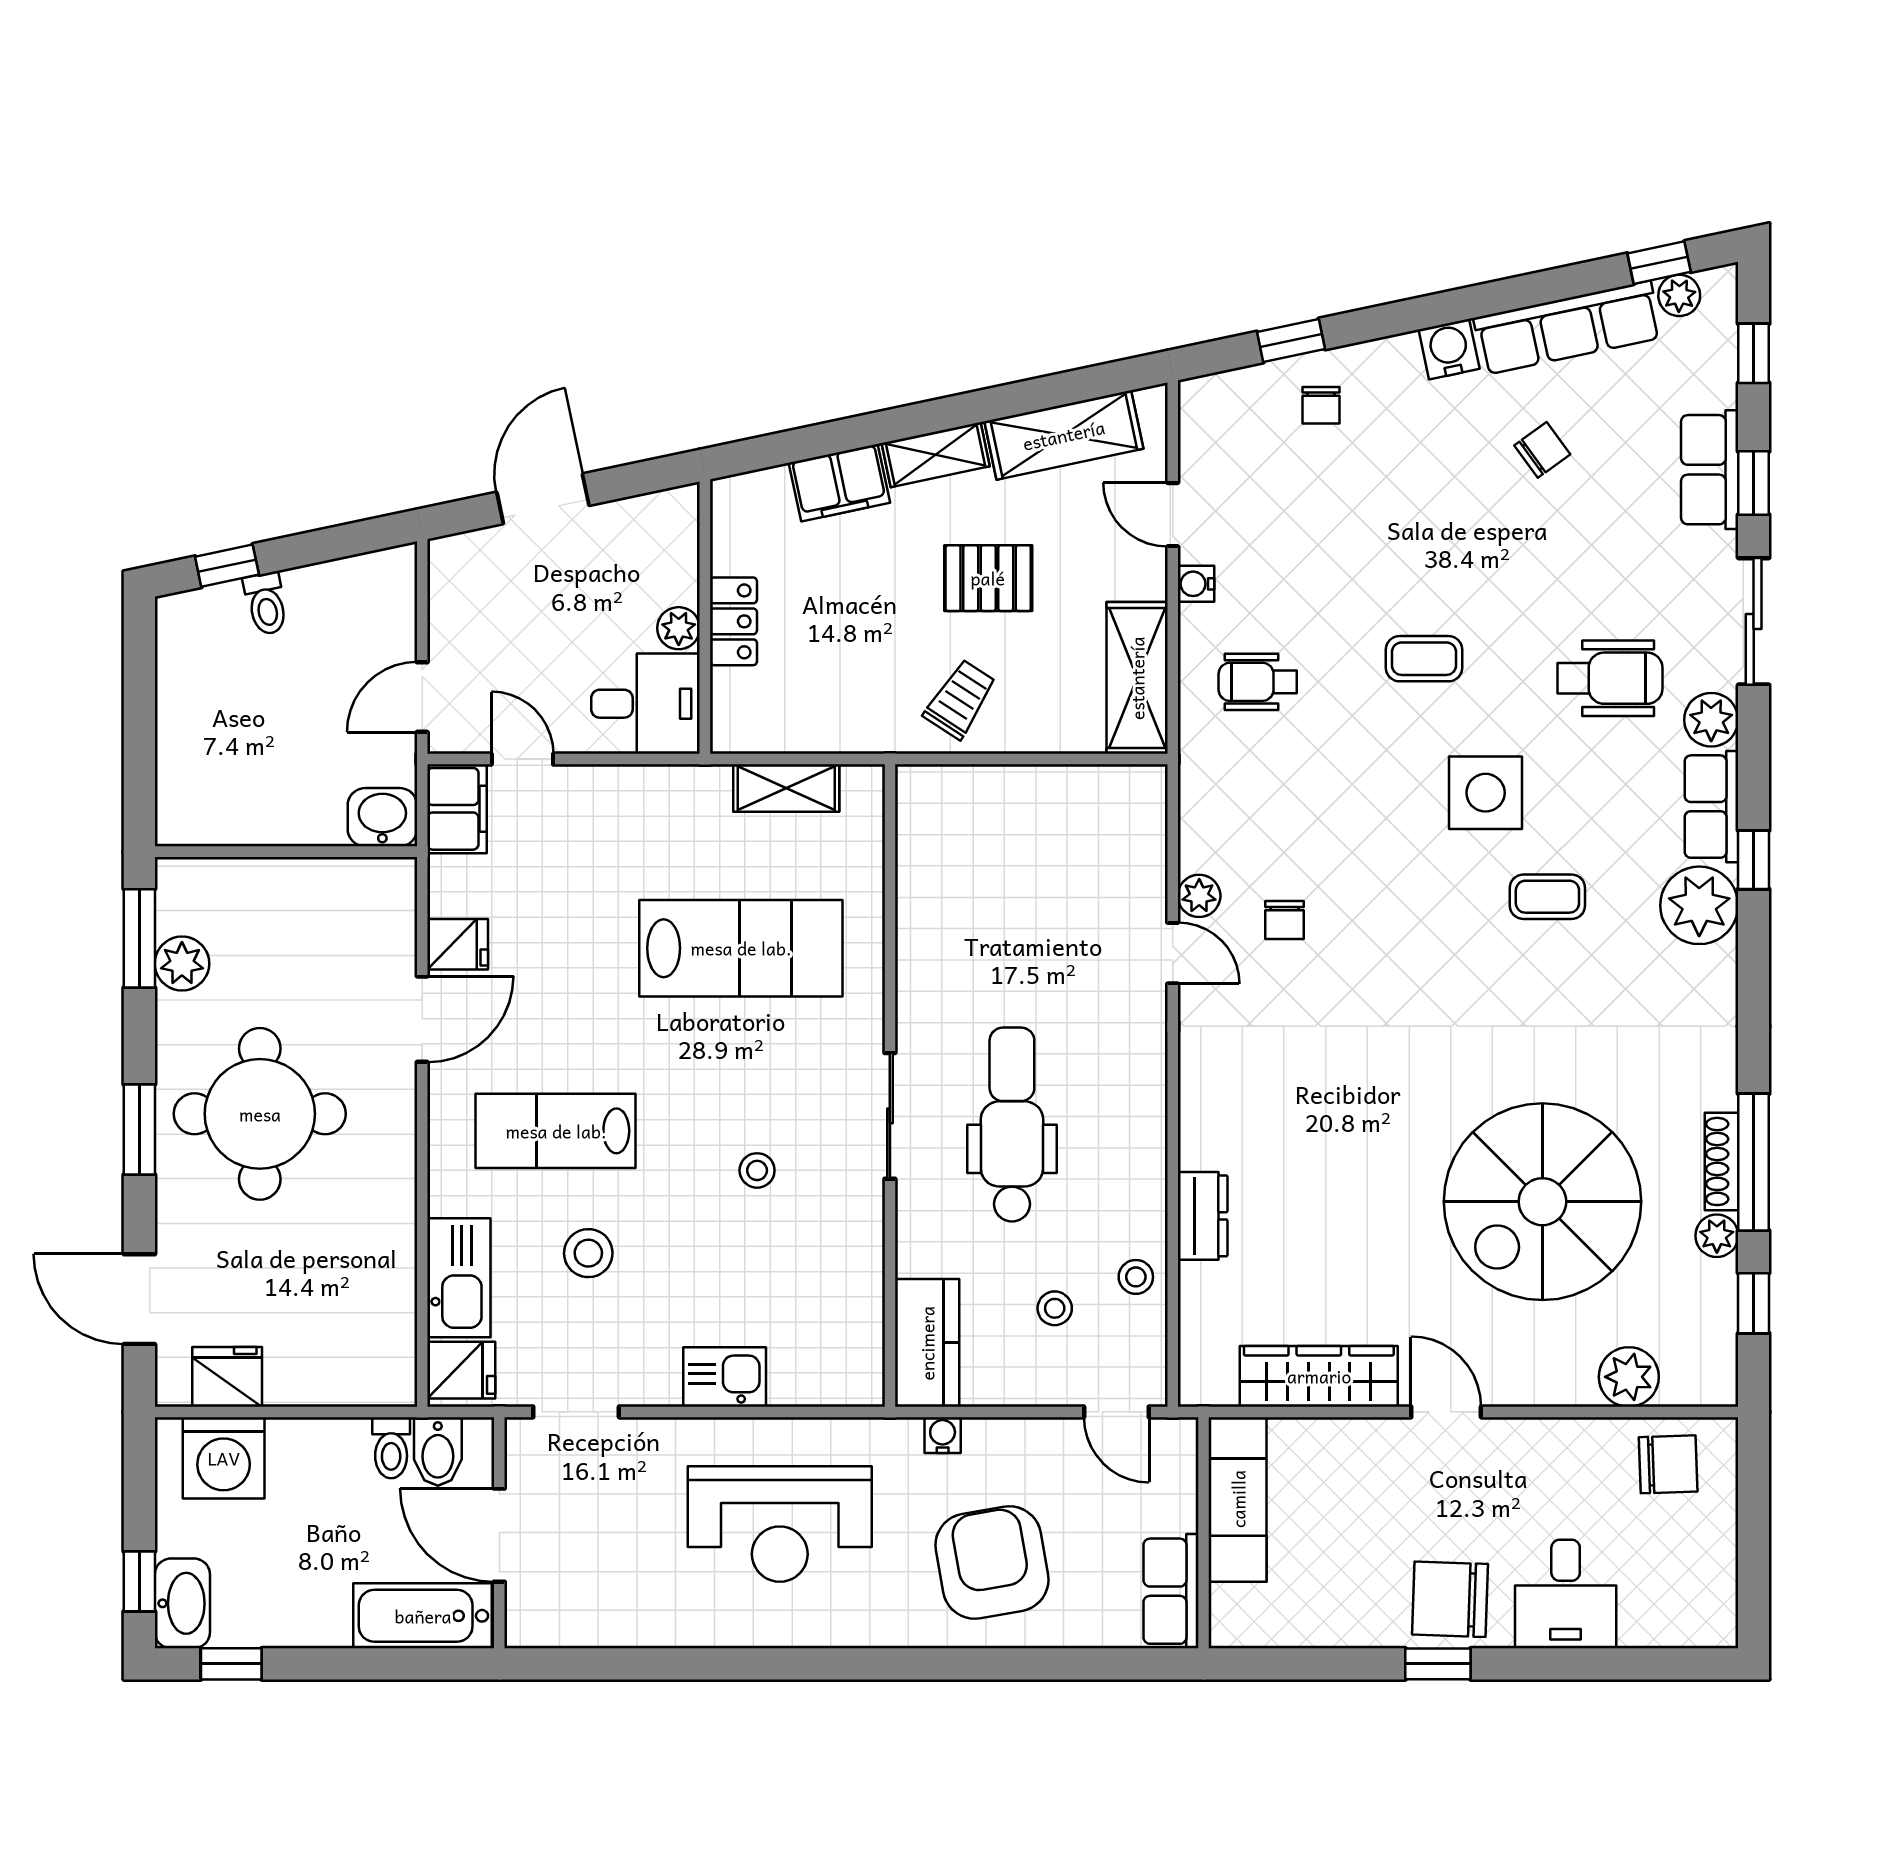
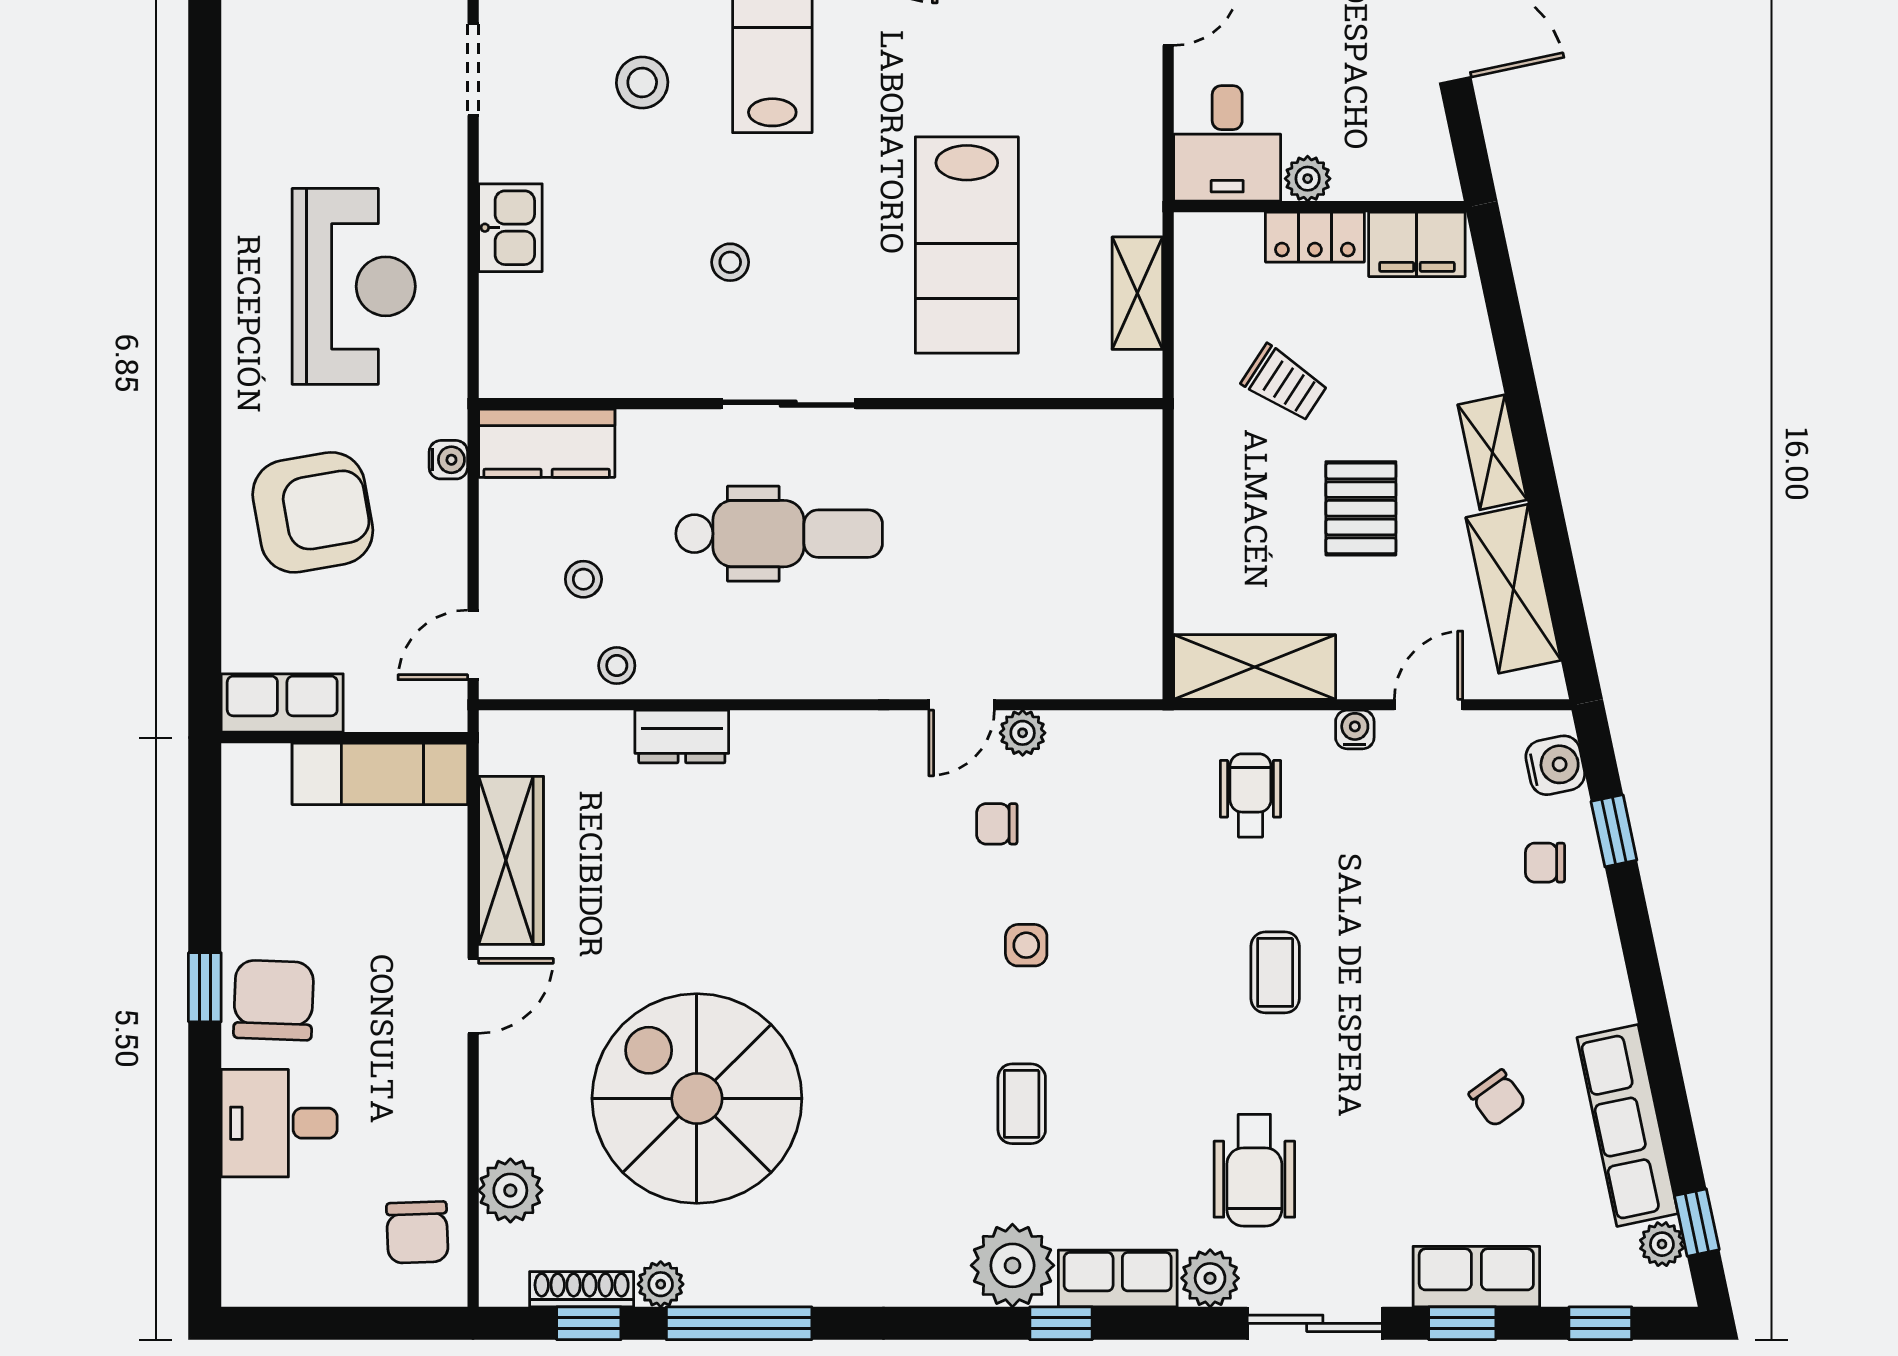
water cooler: (1449, 349) -> (1555, 765), moved
filing cabinet: (839, 483) -> (1417, 244), moved, turned -78
trolley: (960, 699) -> (1285, 383), moved
side table: (1486, 793) -> (1026, 945), moved, width x0.54, depth x0.54
shoe rack: (1722, 1161) -> (582, 1289), moved
reception desk: (780, 1524) -> (354, 286), turned 180

